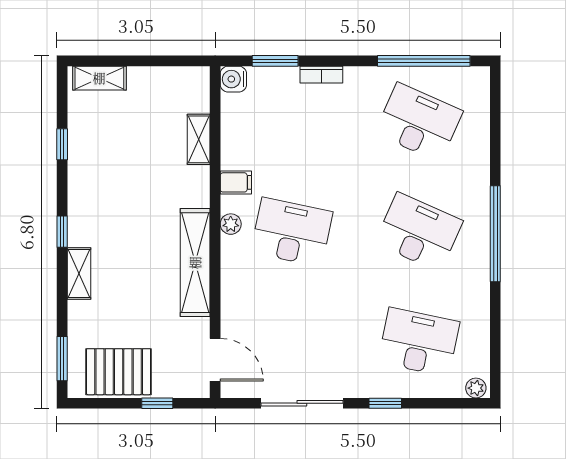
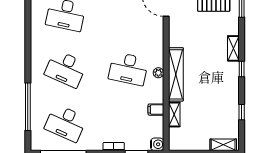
filing cabinet: (236, 182) -> (156, 110), moved
window: (495, 234) -> (28, 107), moved
shelving: (195, 263) -> (176, 74), moved

